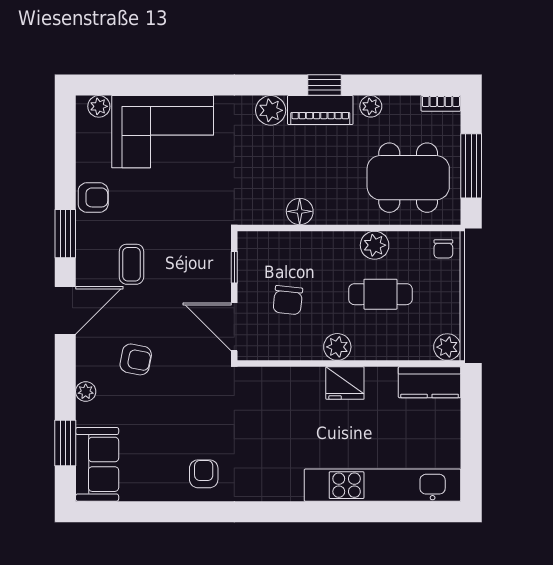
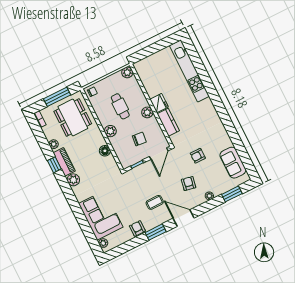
plant: (375, 245) -> (110, 131), moved
kitchen counter: (430, 382) -> (168, 122), moved
sofa: (97, 464) -> (233, 163), moved, turned -90
armchair: (204, 474) -> (198, 156), moved

